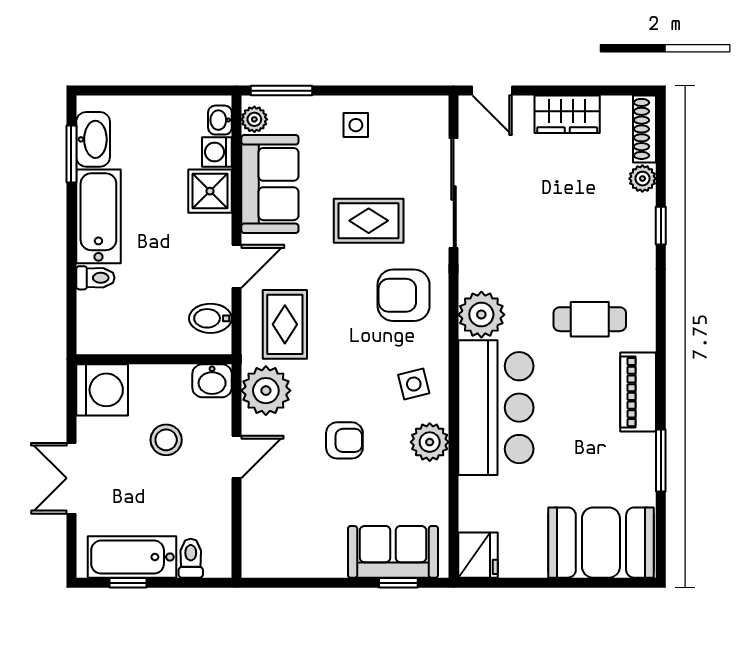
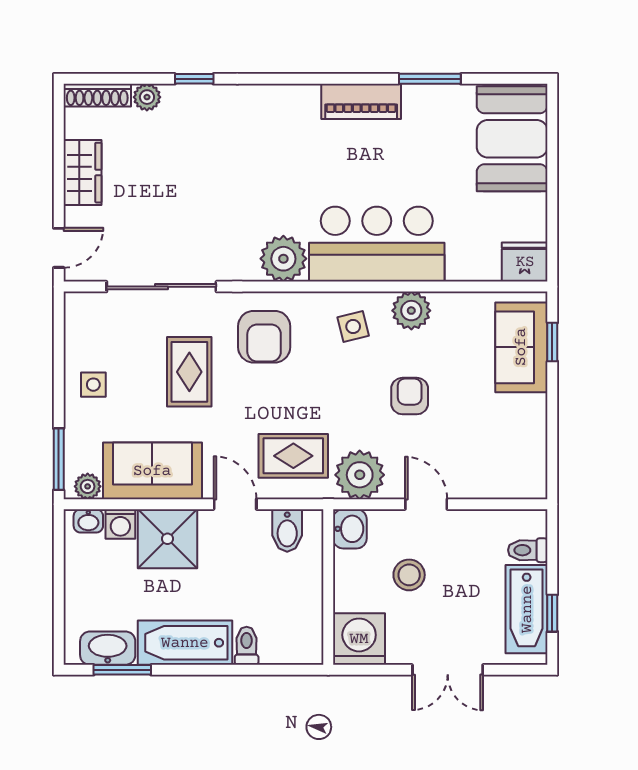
shower: (210, 191) -> (167, 539), width x1.36, depth x1.36
cafe table: (590, 319) -> (288, 150), removed

